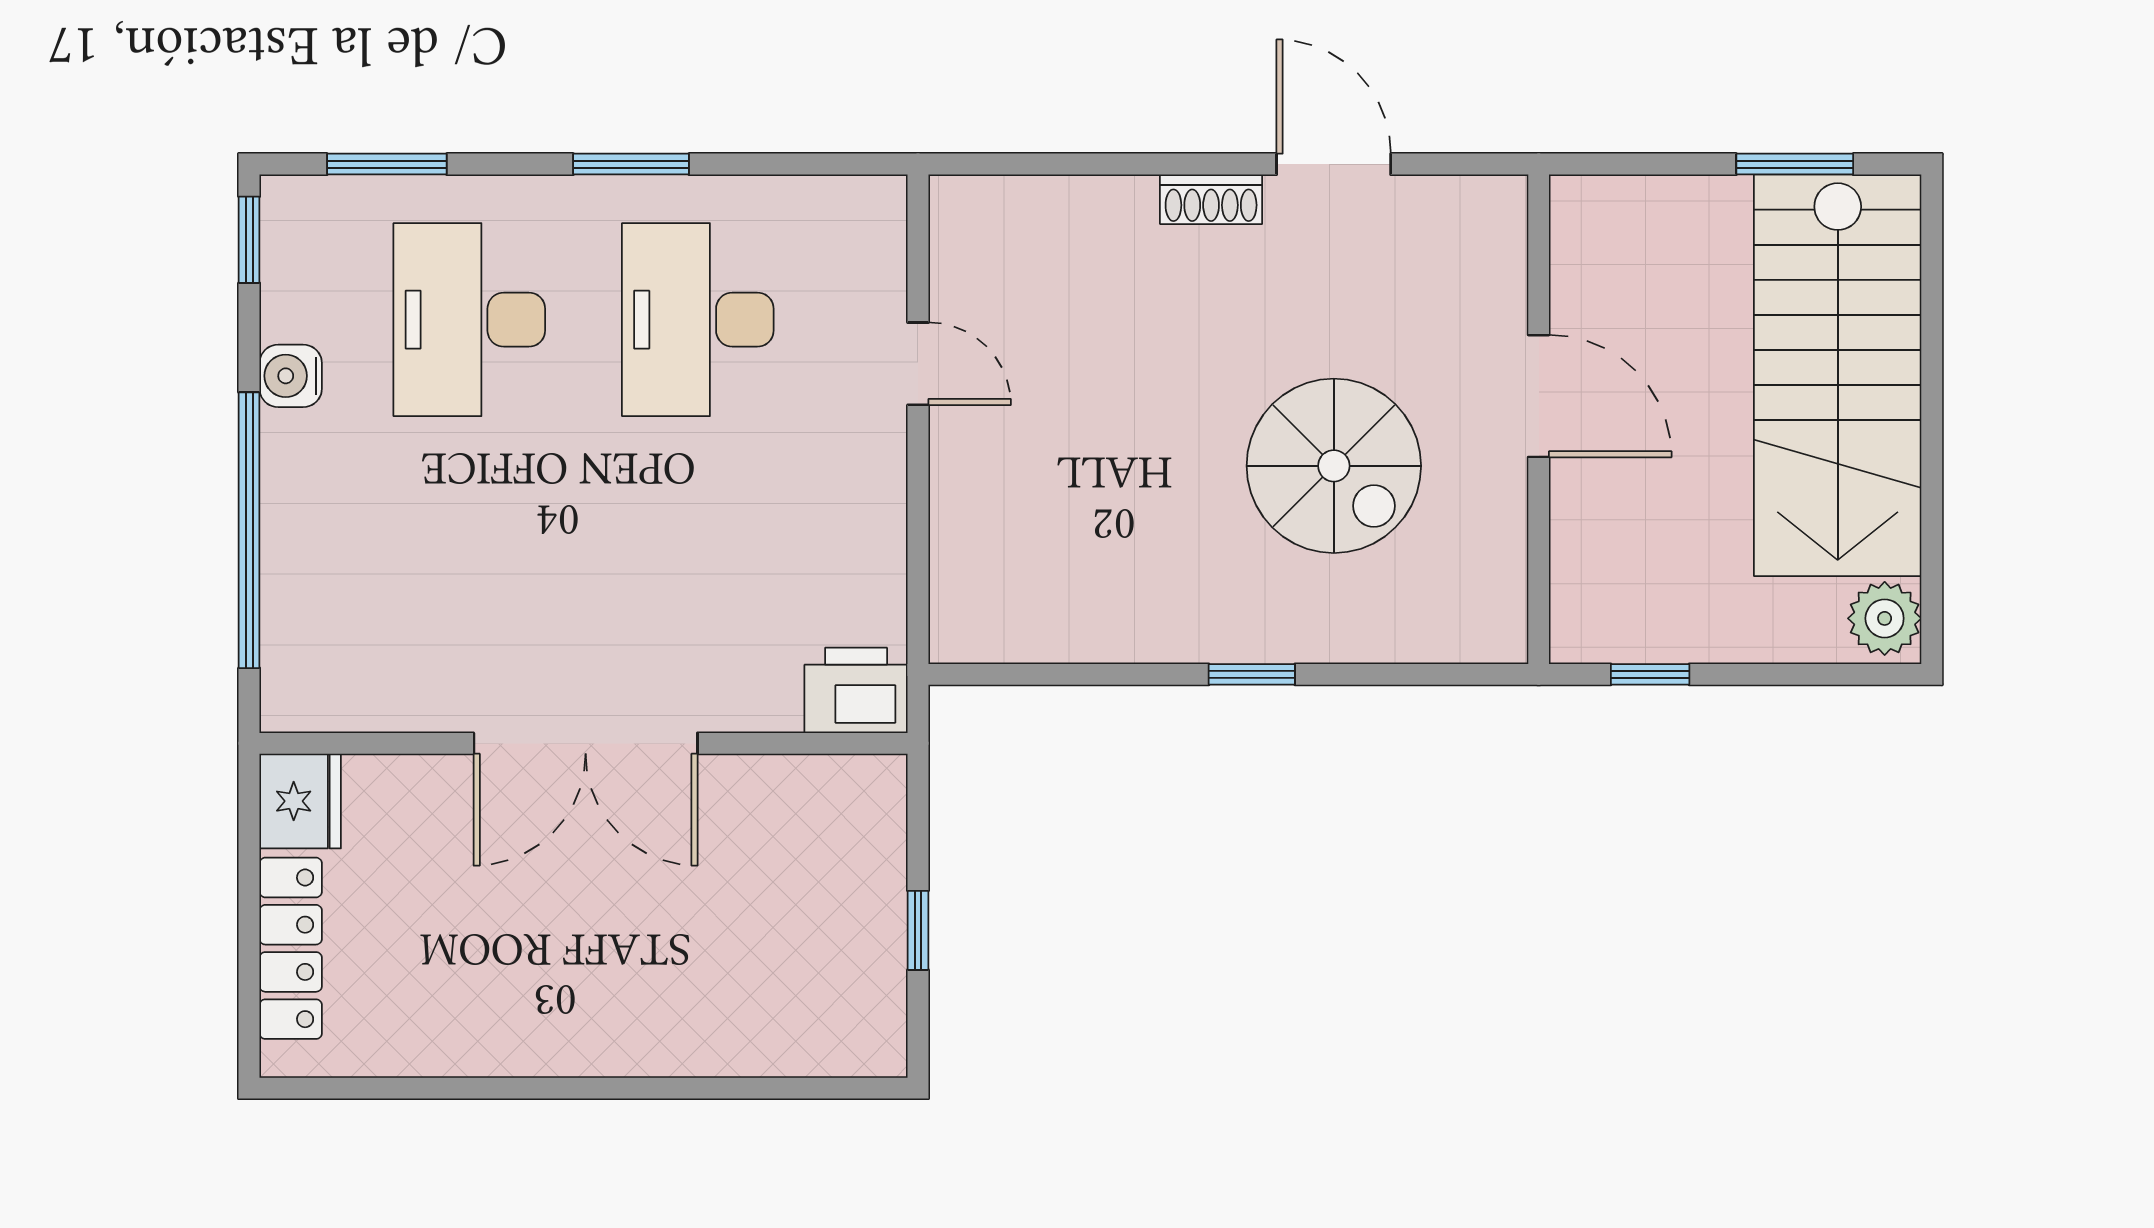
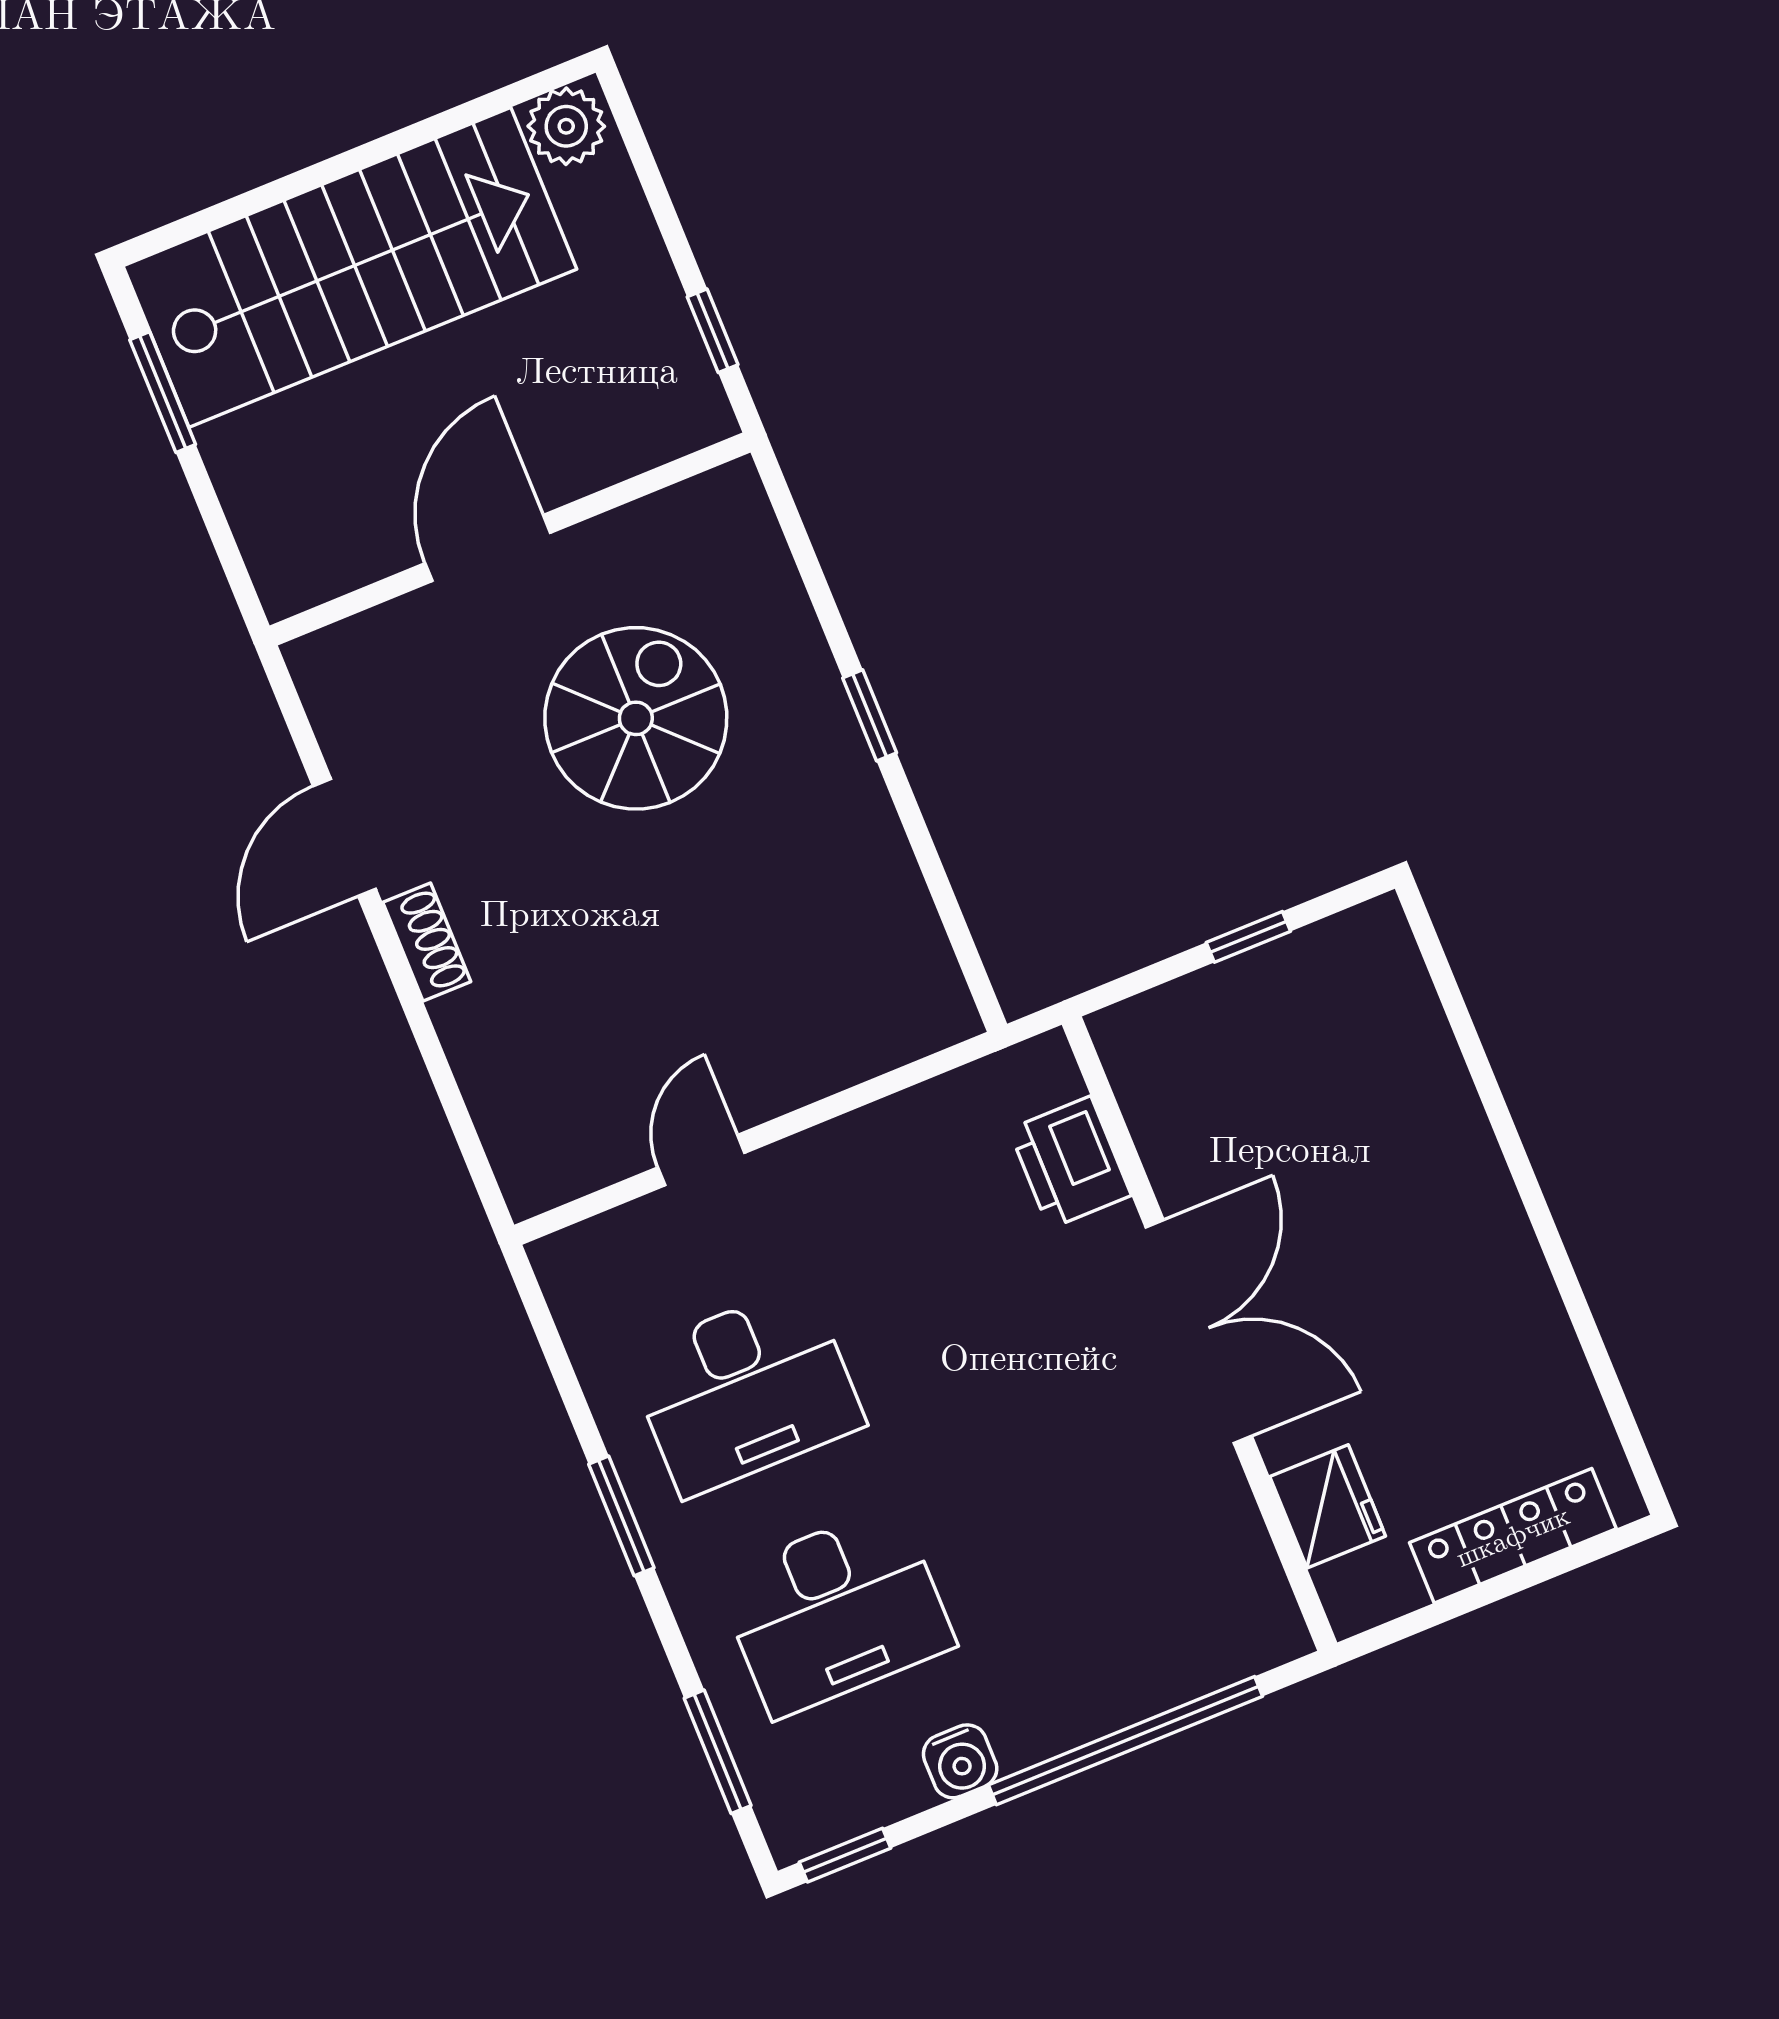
printer: (856, 690) -> (1070, 1162), moved
fridge: (300, 801) -> (1328, 1506), moved, turned 90

